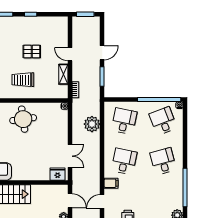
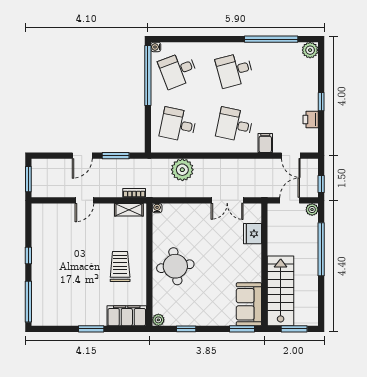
pallet: (32, 52) -> (81, 254), removed
door: (102, 53) -> (82, 156), swing flipped
shelving: (63, 74) -> (129, 210), moved
trolley: (23, 80) -> (120, 266), turned 180
double door: (70, 156) -> (227, 200), swing flipped
fridge: (58, 174) -> (253, 234), moved

